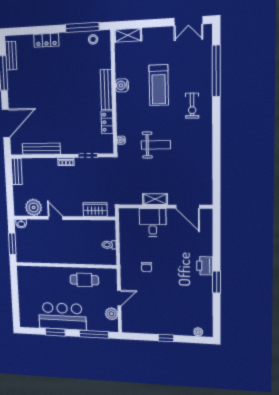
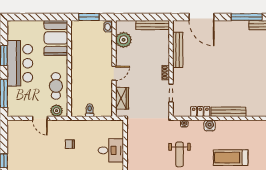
water cooler: (122, 85) -> (210, 126), moved
bench: (17, 171) -> (153, 25), width x1.36
shelving: (155, 199) -> (132, 153), removed
door: (55, 218) -> (114, 73), moved
booth: (35, 278) -> (56, 38), added
plant: (112, 314) -> (57, 111), moved

